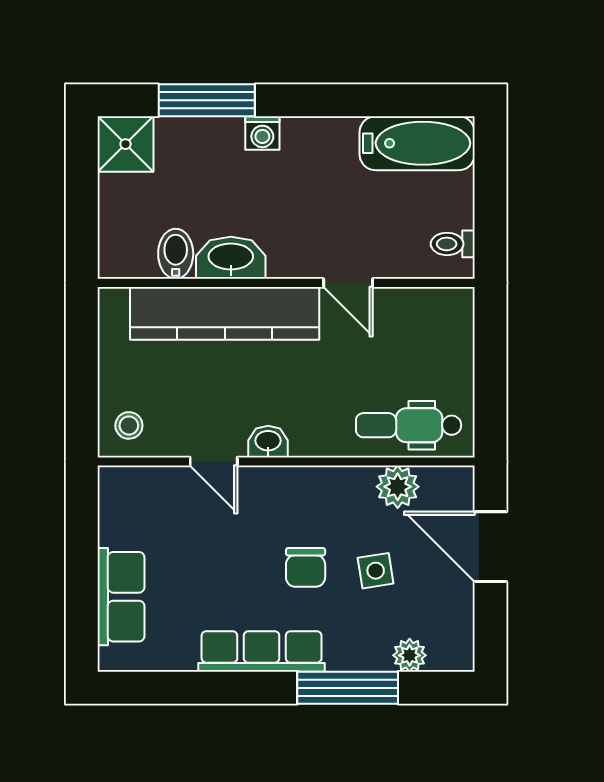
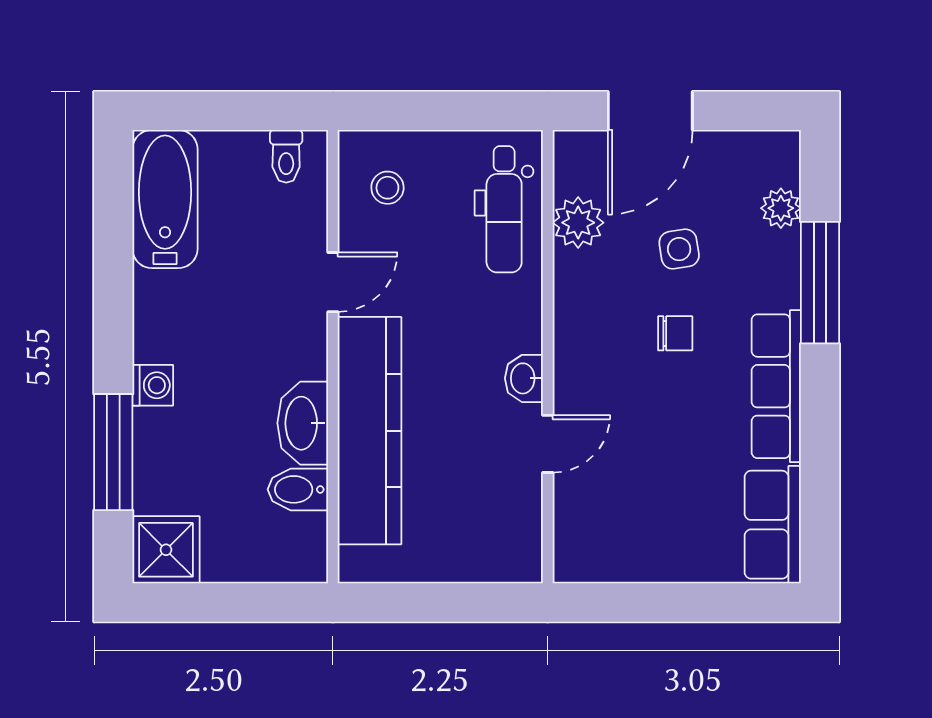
stool: (129, 425) -> (387, 188), moved
chair: (306, 567) -> (675, 333), width x0.73, depth x0.73
row of seats: (121, 597) -> (773, 525), moved, turned -90

